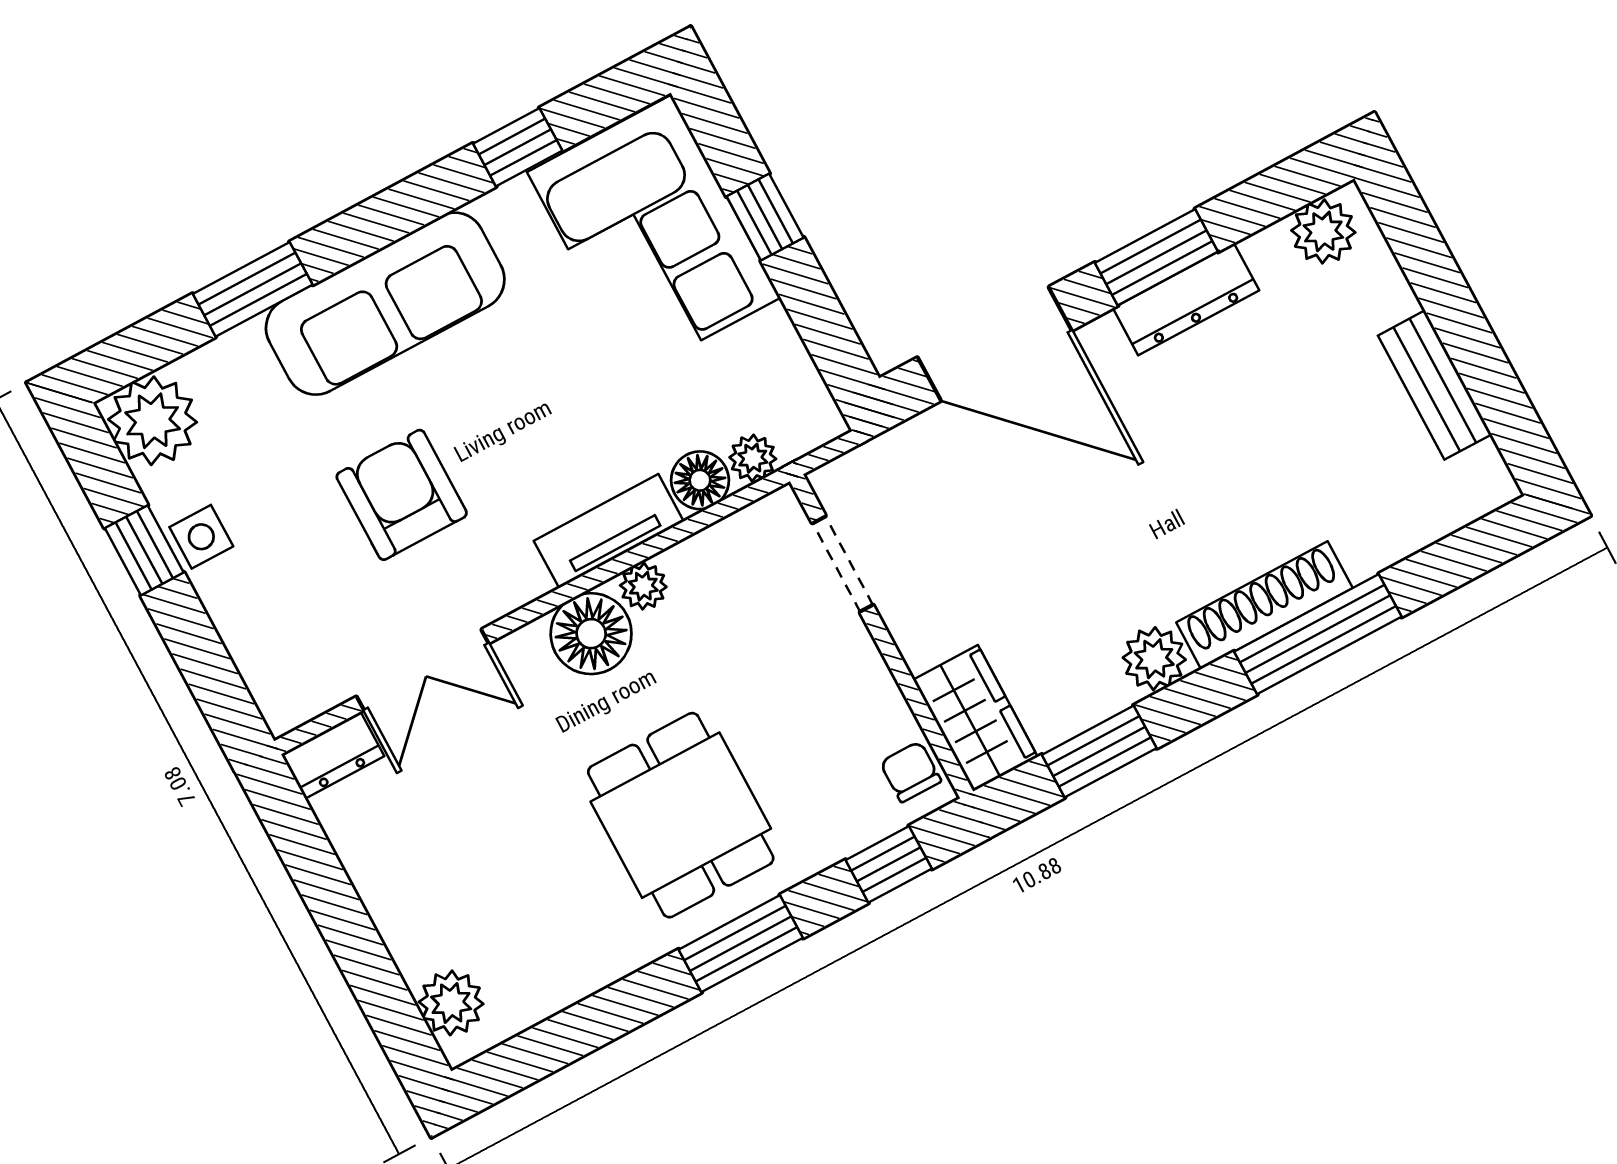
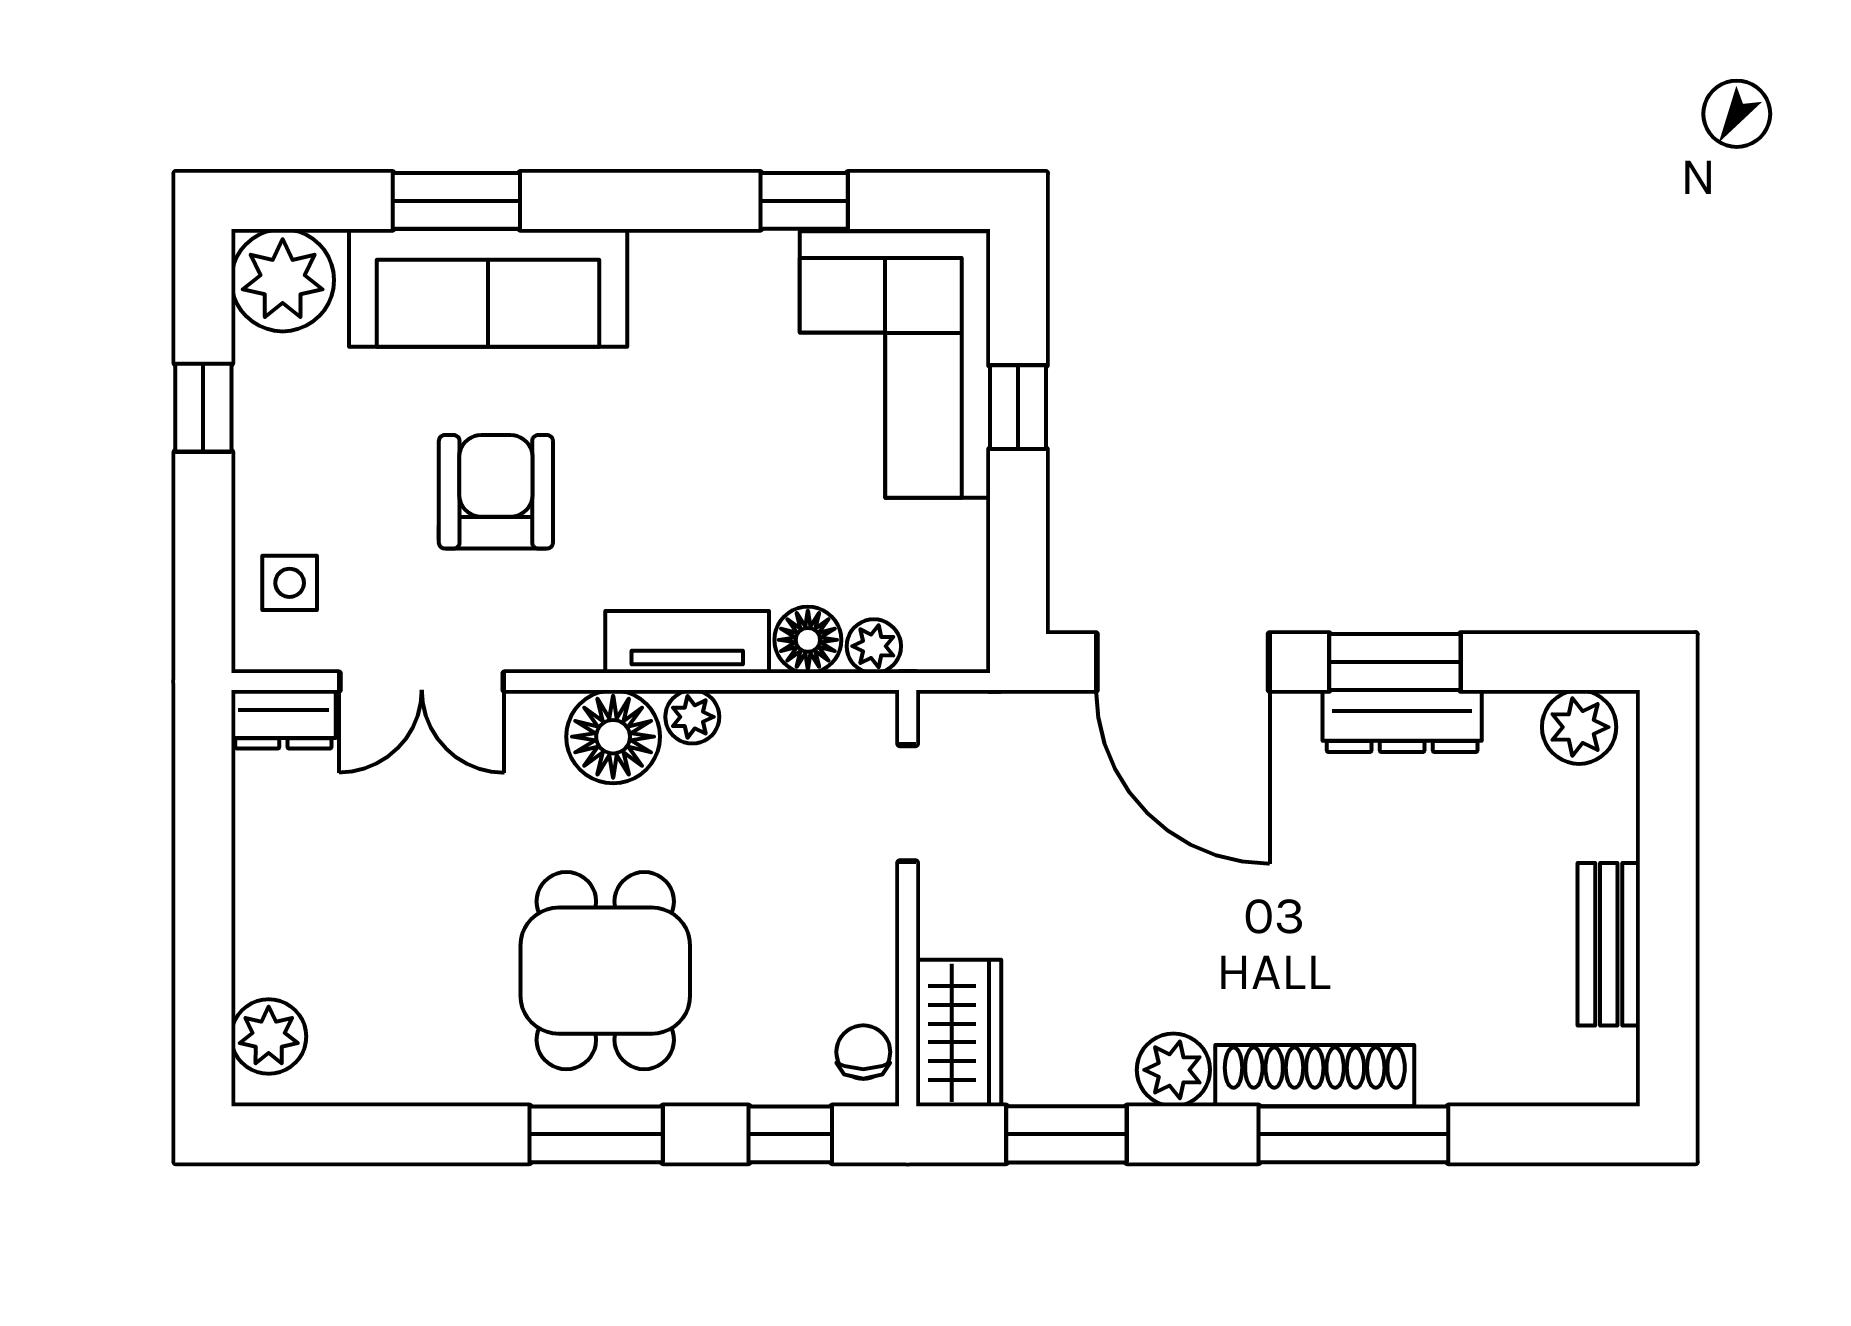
sofa: (385, 304) -> (488, 288), moved
side table: (201, 537) -> (290, 583), moved

